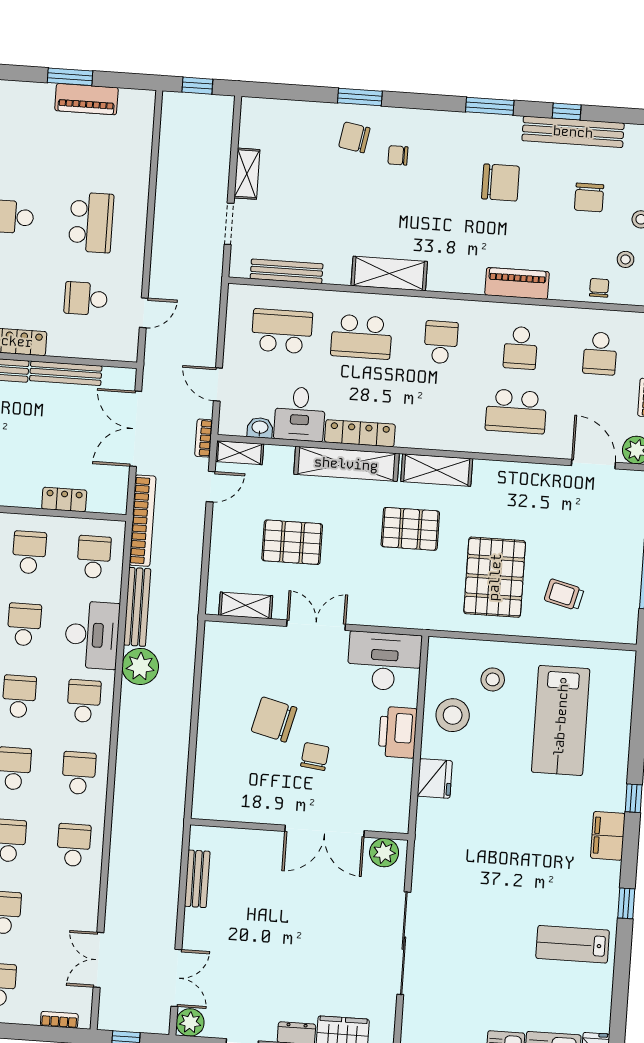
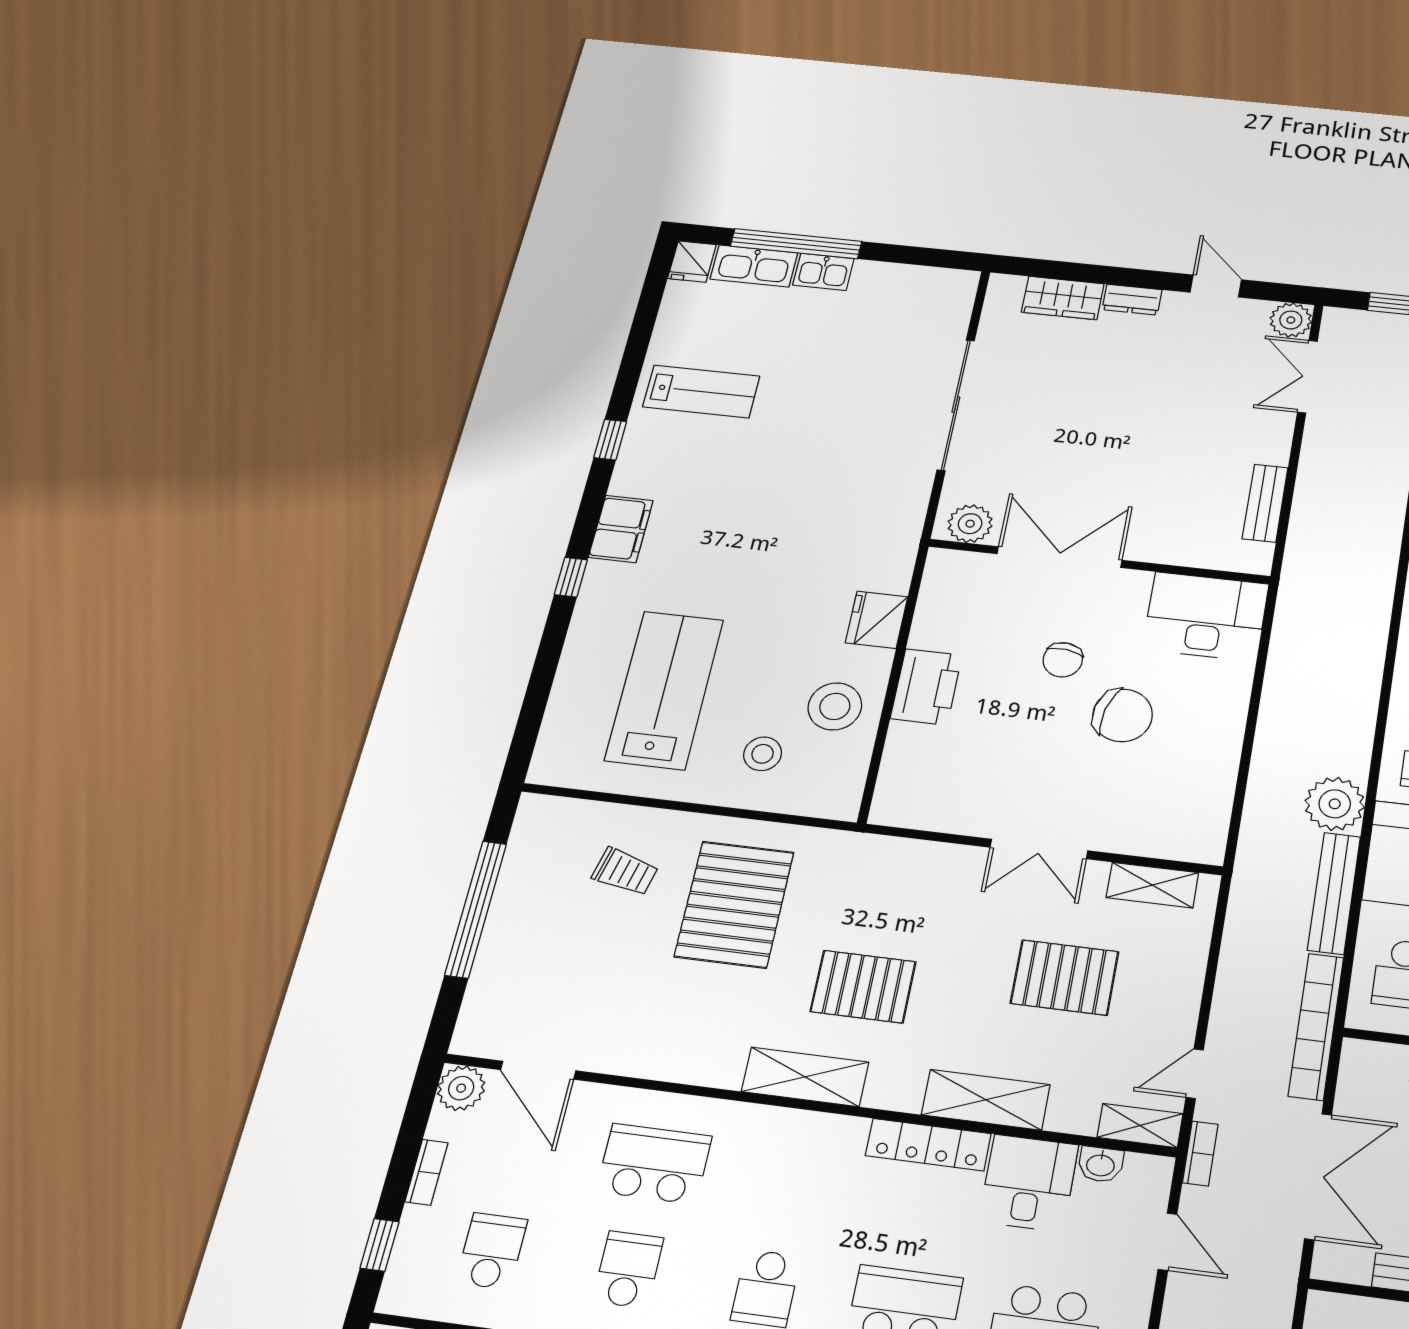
shelving: (346, 464) -> (986, 1100), width x0.68
desk: (384, 661) -> (1206, 617), moved, turned 180

